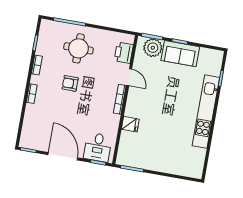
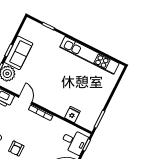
door: (129, 77) -> (25, 100), hinge flipped
kitchen unit: (206, 112) -> (89, 55), moved
fridge: (130, 124) -> (72, 115), moved

